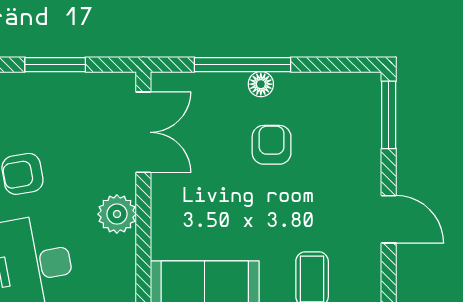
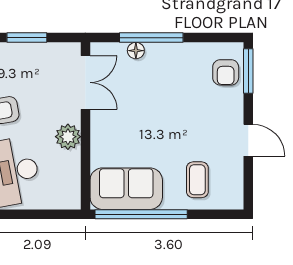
floor lamp: (261, 84) -> (136, 51), moved
armchair: (272, 145) -> (226, 72), moved, turned 180

